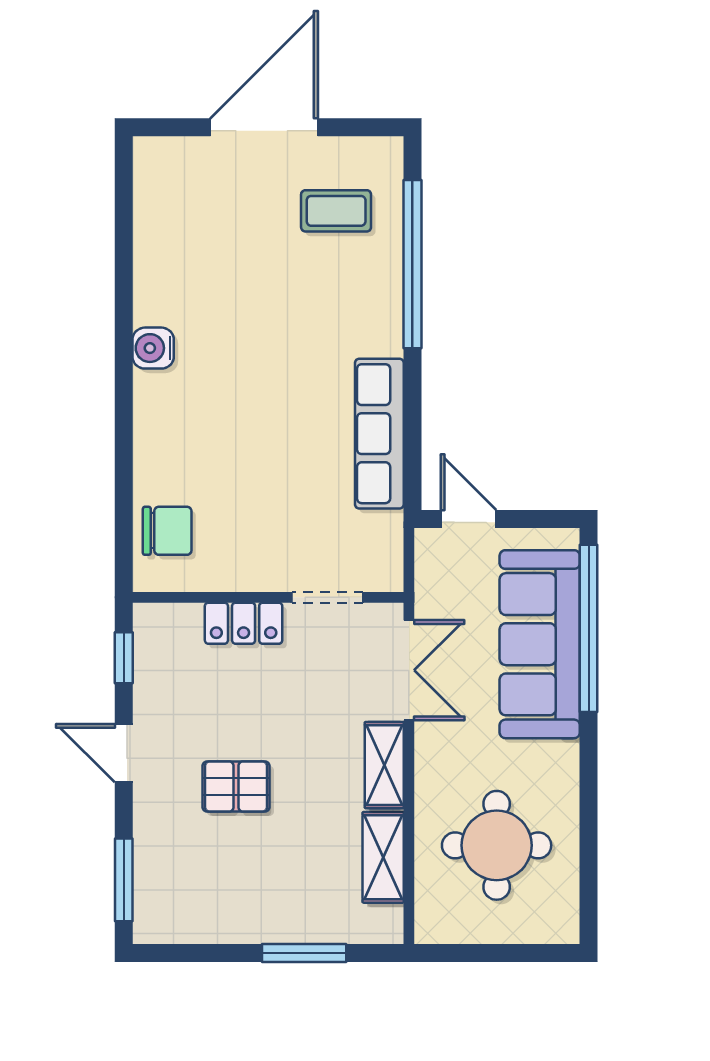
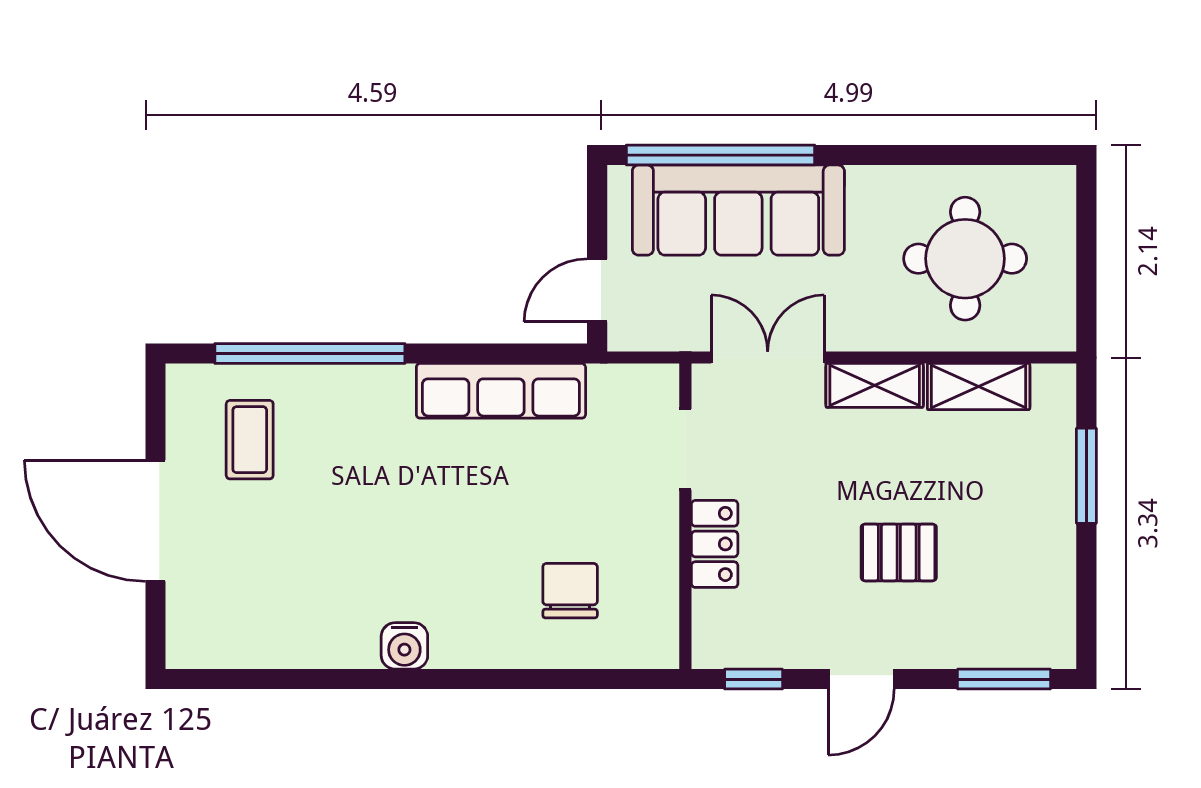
chair: (167, 531) -> (570, 591), moved
pallet: (236, 787) -> (899, 552), turned 90

